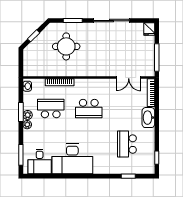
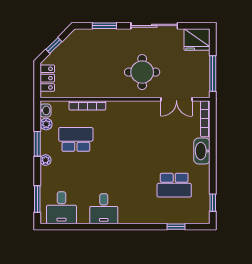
fridge: (149, 29) -> (197, 40), width x1.88, depth x1.34
round table: (66, 46) -> (142, 72), moved
locker: (29, 61) -> (47, 78), added
school desk: (89, 109) -> (125, 139), removed
plant: (28, 115) -> (46, 124), moved
school desk: (127, 144) -> (174, 185), turned -90
desk: (72, 159) -> (104, 209), width x0.53, depth x0.77

